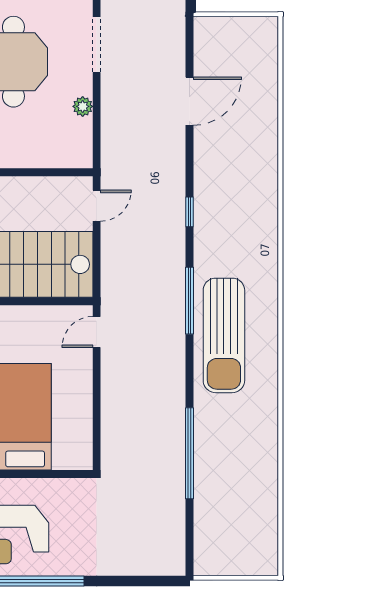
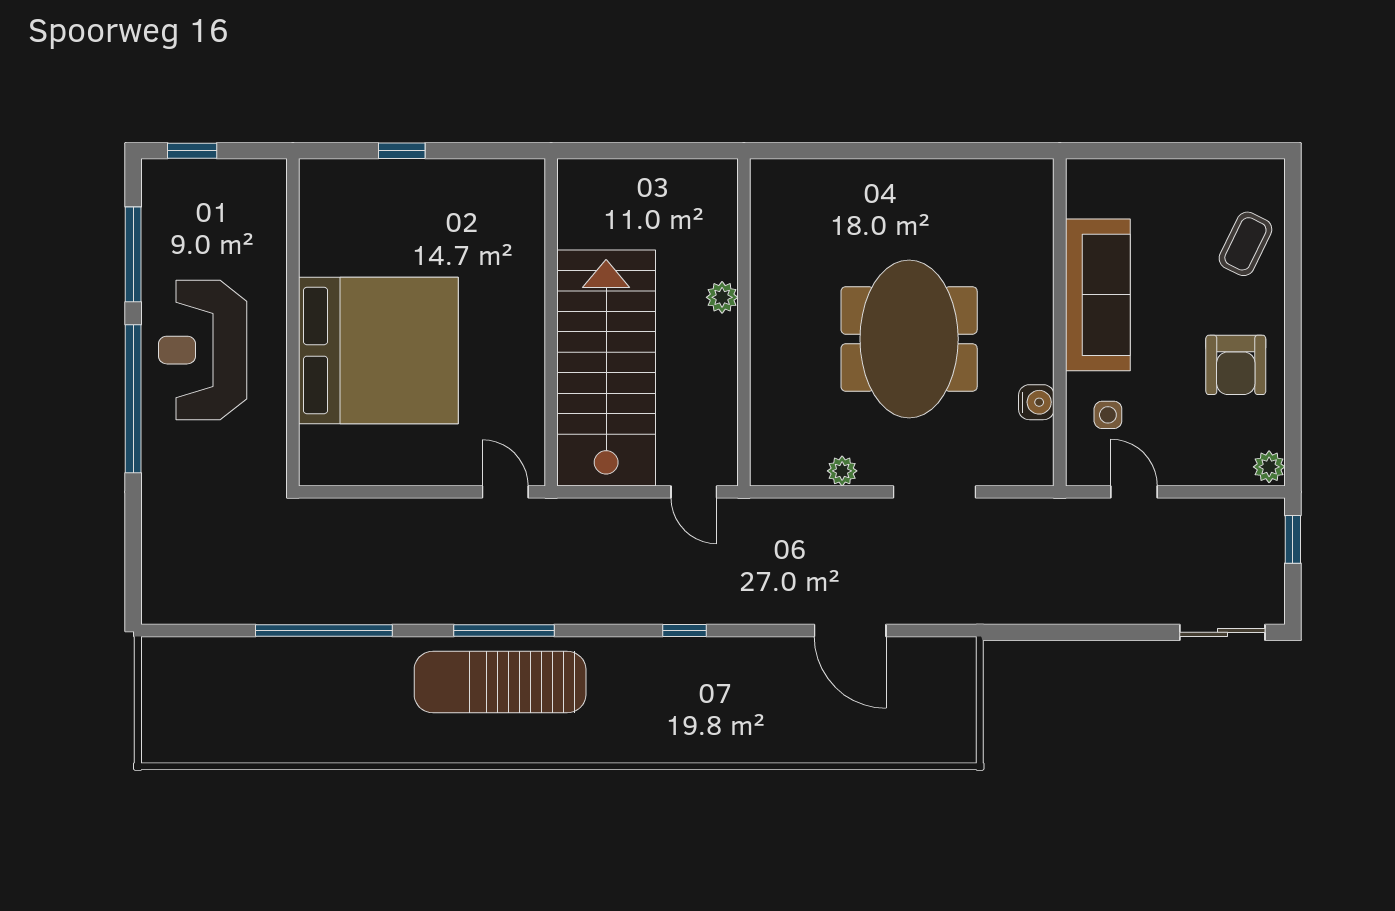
window: (189, 301) -> (504, 630), moved

